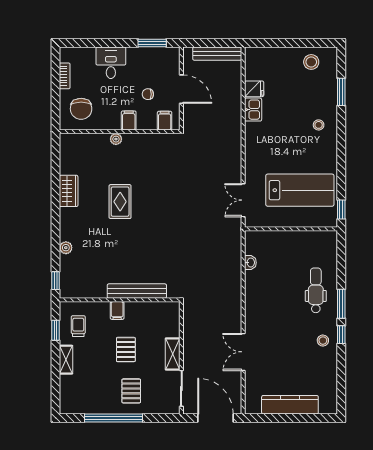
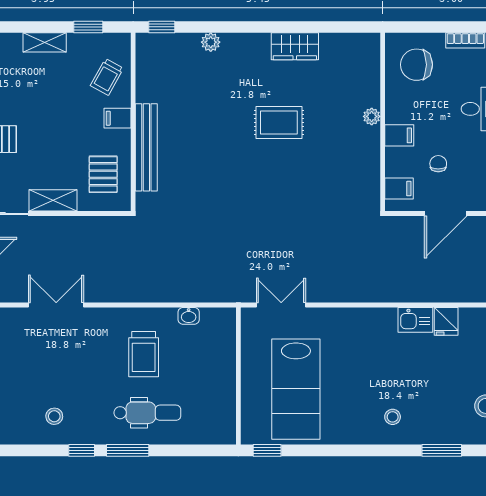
trolley: (276, 293) -> (144, 354), added
trolley: (78, 326) -> (107, 77), moved, turned 119
stool: (323, 341) -> (54, 416), moved
pallet: (126, 350) -> (103, 174), moved, turned 90

